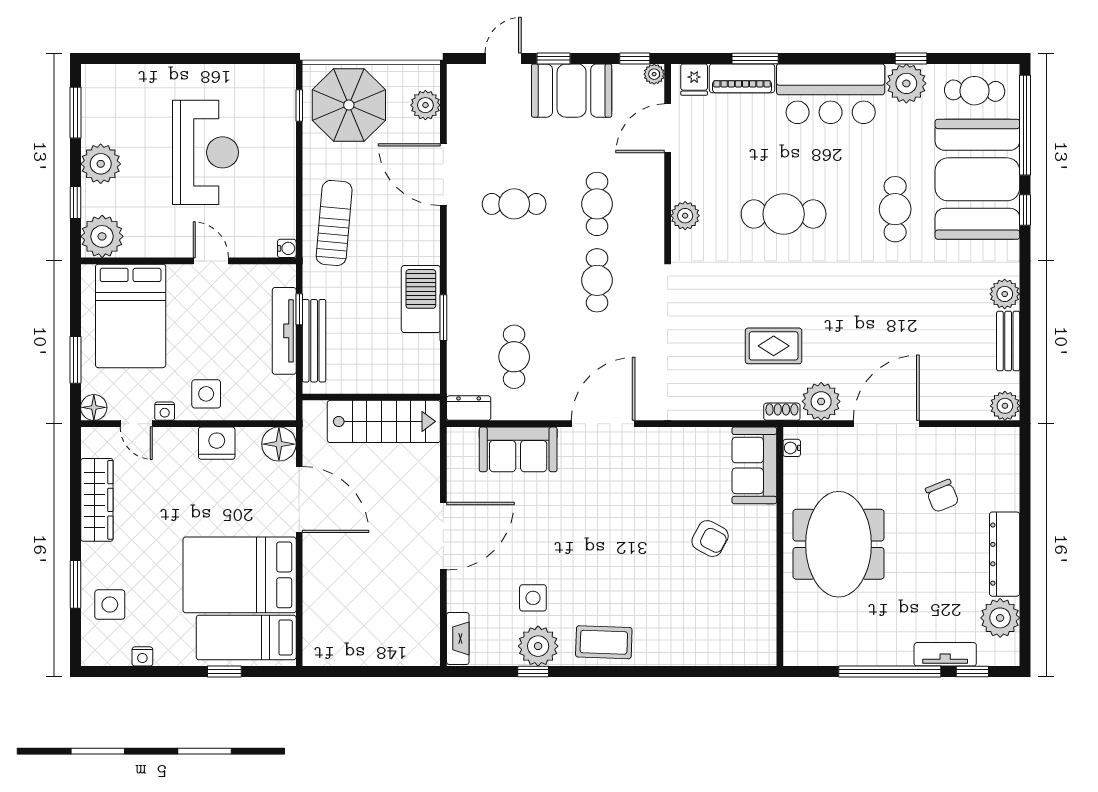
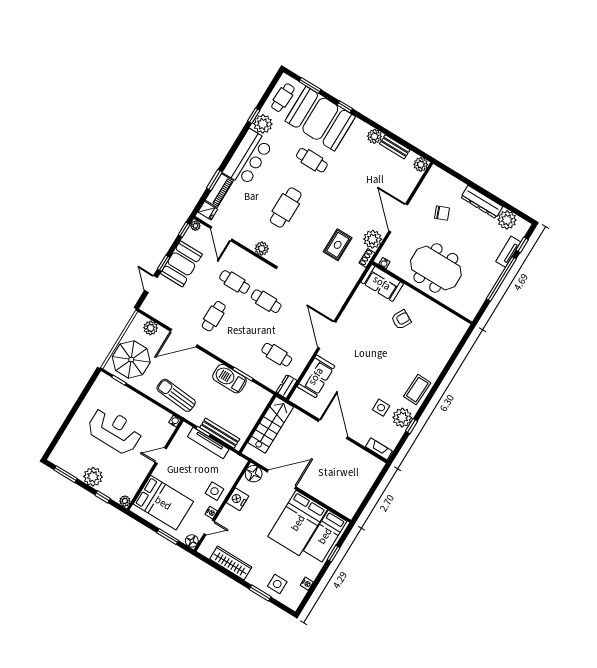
window: (1025, 125) -> (310, 85), width x0.47
plant: (102, 236) -> (125, 501), width x0.53, depth x0.53

